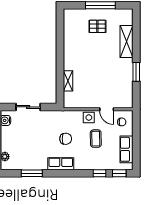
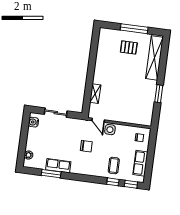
shelving: (126, 41) -> (154, 58), width x1.47
door: (107, 109) -> (98, 120), moved
coffee table: (96, 139) -> (114, 165), moved
row of seats: (61, 164) -> (58, 166), moved

